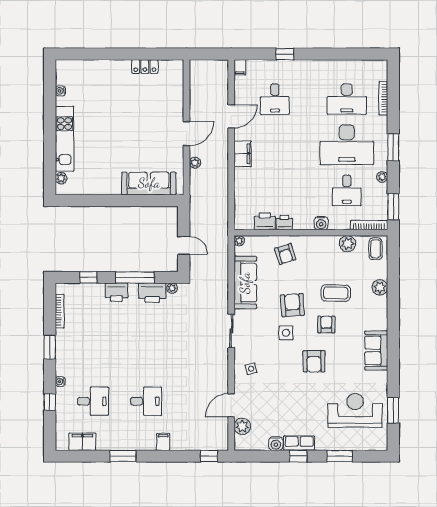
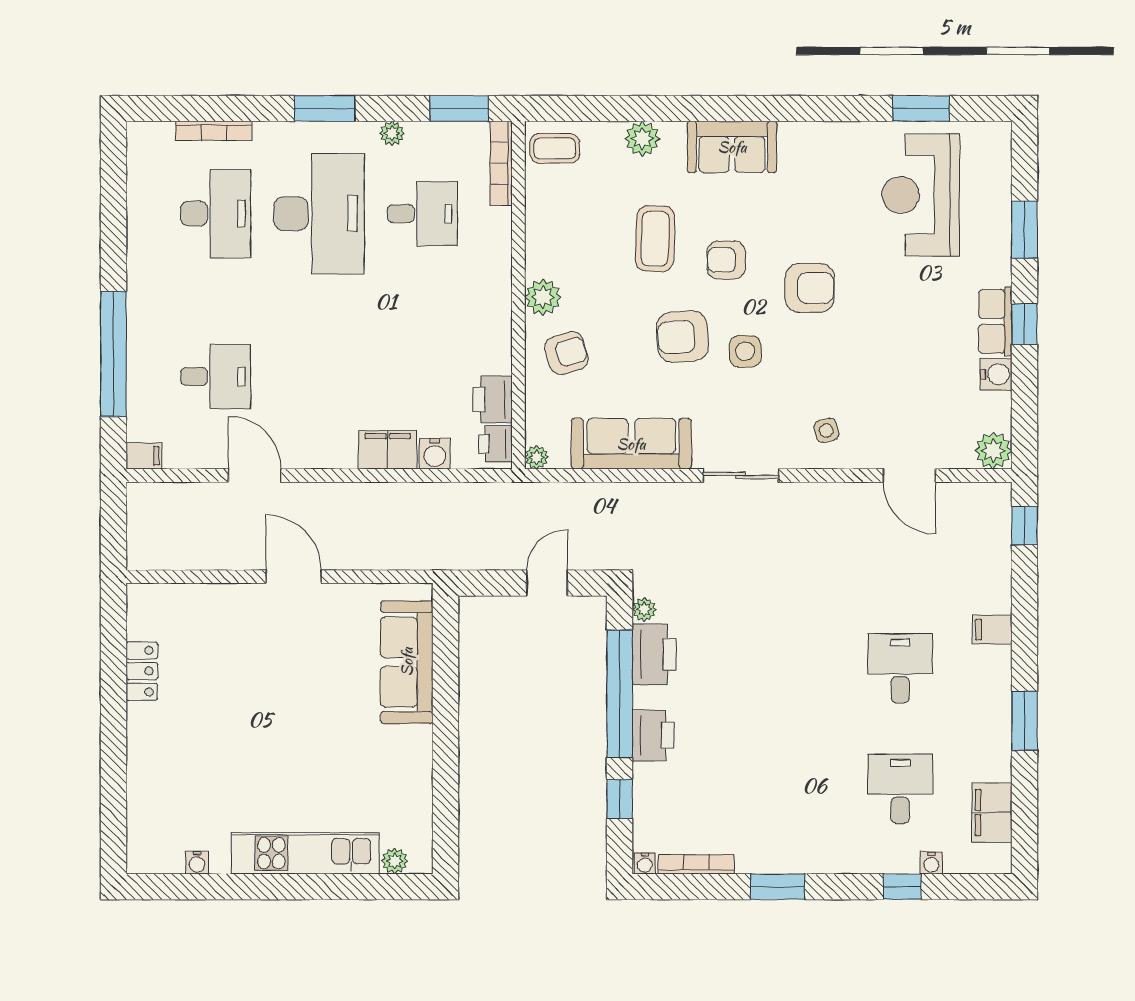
window: (285, 54) -> (113, 354), width x3.17
filing cabinet: (243, 154) -> (388, 450), moved
plant: (195, 163) -> (360, 558), removed
printer: (284, 223) -> (495, 444), moved
water cooler: (321, 223) -> (435, 454), moved, turned 90
plant: (347, 244) -> (543, 297), moved
window: (135, 277) -> (620, 694), width x1.46
water cooler: (60, 289) -> (645, 863), added
sofa: (376, 350) -> (732, 147), moved
water cooler: (60, 382) -> (931, 863), moved
plant: (242, 426) -> (993, 451), moved

